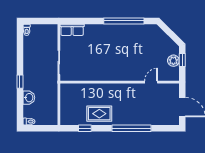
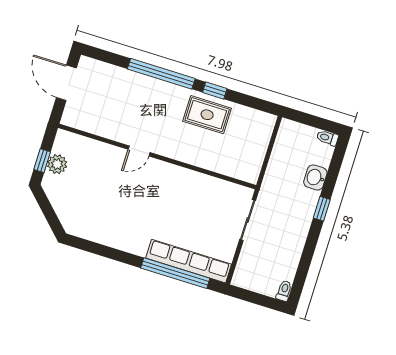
window: (124, 21) -> (175, 273), moved
row of seats: (72, 30) -> (189, 261), width x2.02
door: (151, 82) -> (139, 151), moved
window: (85, 128) -> (215, 90), moved

